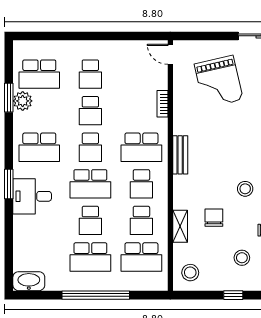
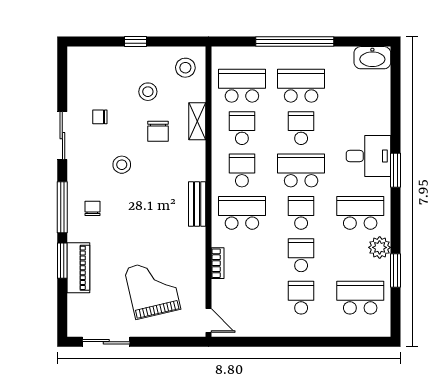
plant: (23, 101) -> (380, 247), moved
stool: (242, 258) -> (148, 92), moved

